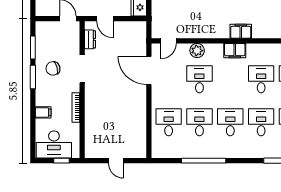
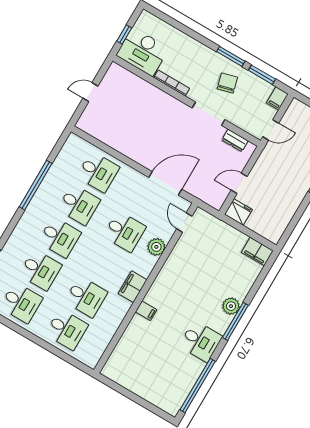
door: (105, 19) -> (239, 183), moved
filing cabinet: (241, 31) -> (146, 311), width x0.50
filing cabinet: (43, 112) -> (277, 98), moved
desk: (54, 144) -> (143, 52), moved, turned -90

